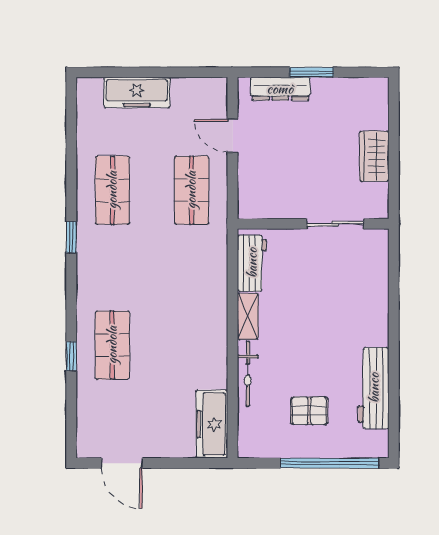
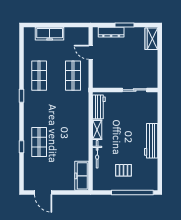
wardrobe: (374, 156) -> (151, 39), moved
workbench: (374, 388) -> (151, 141), moved

